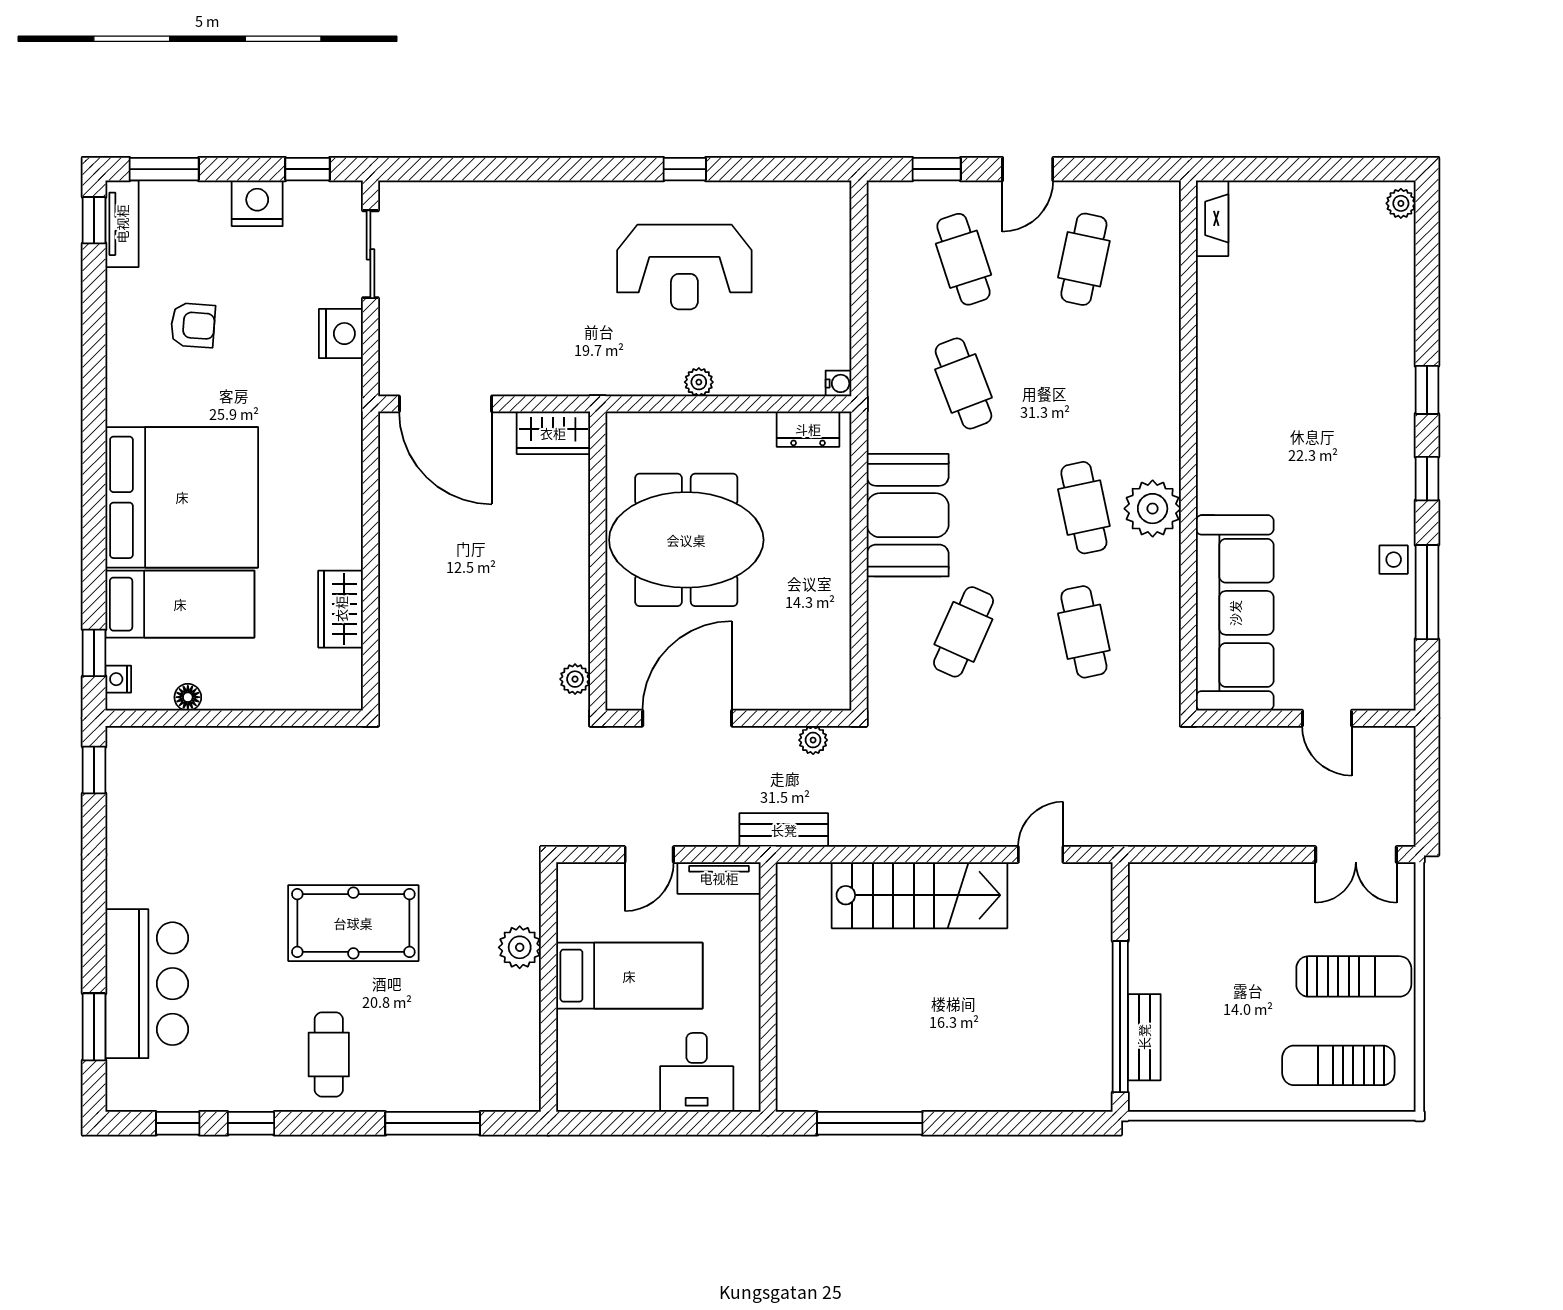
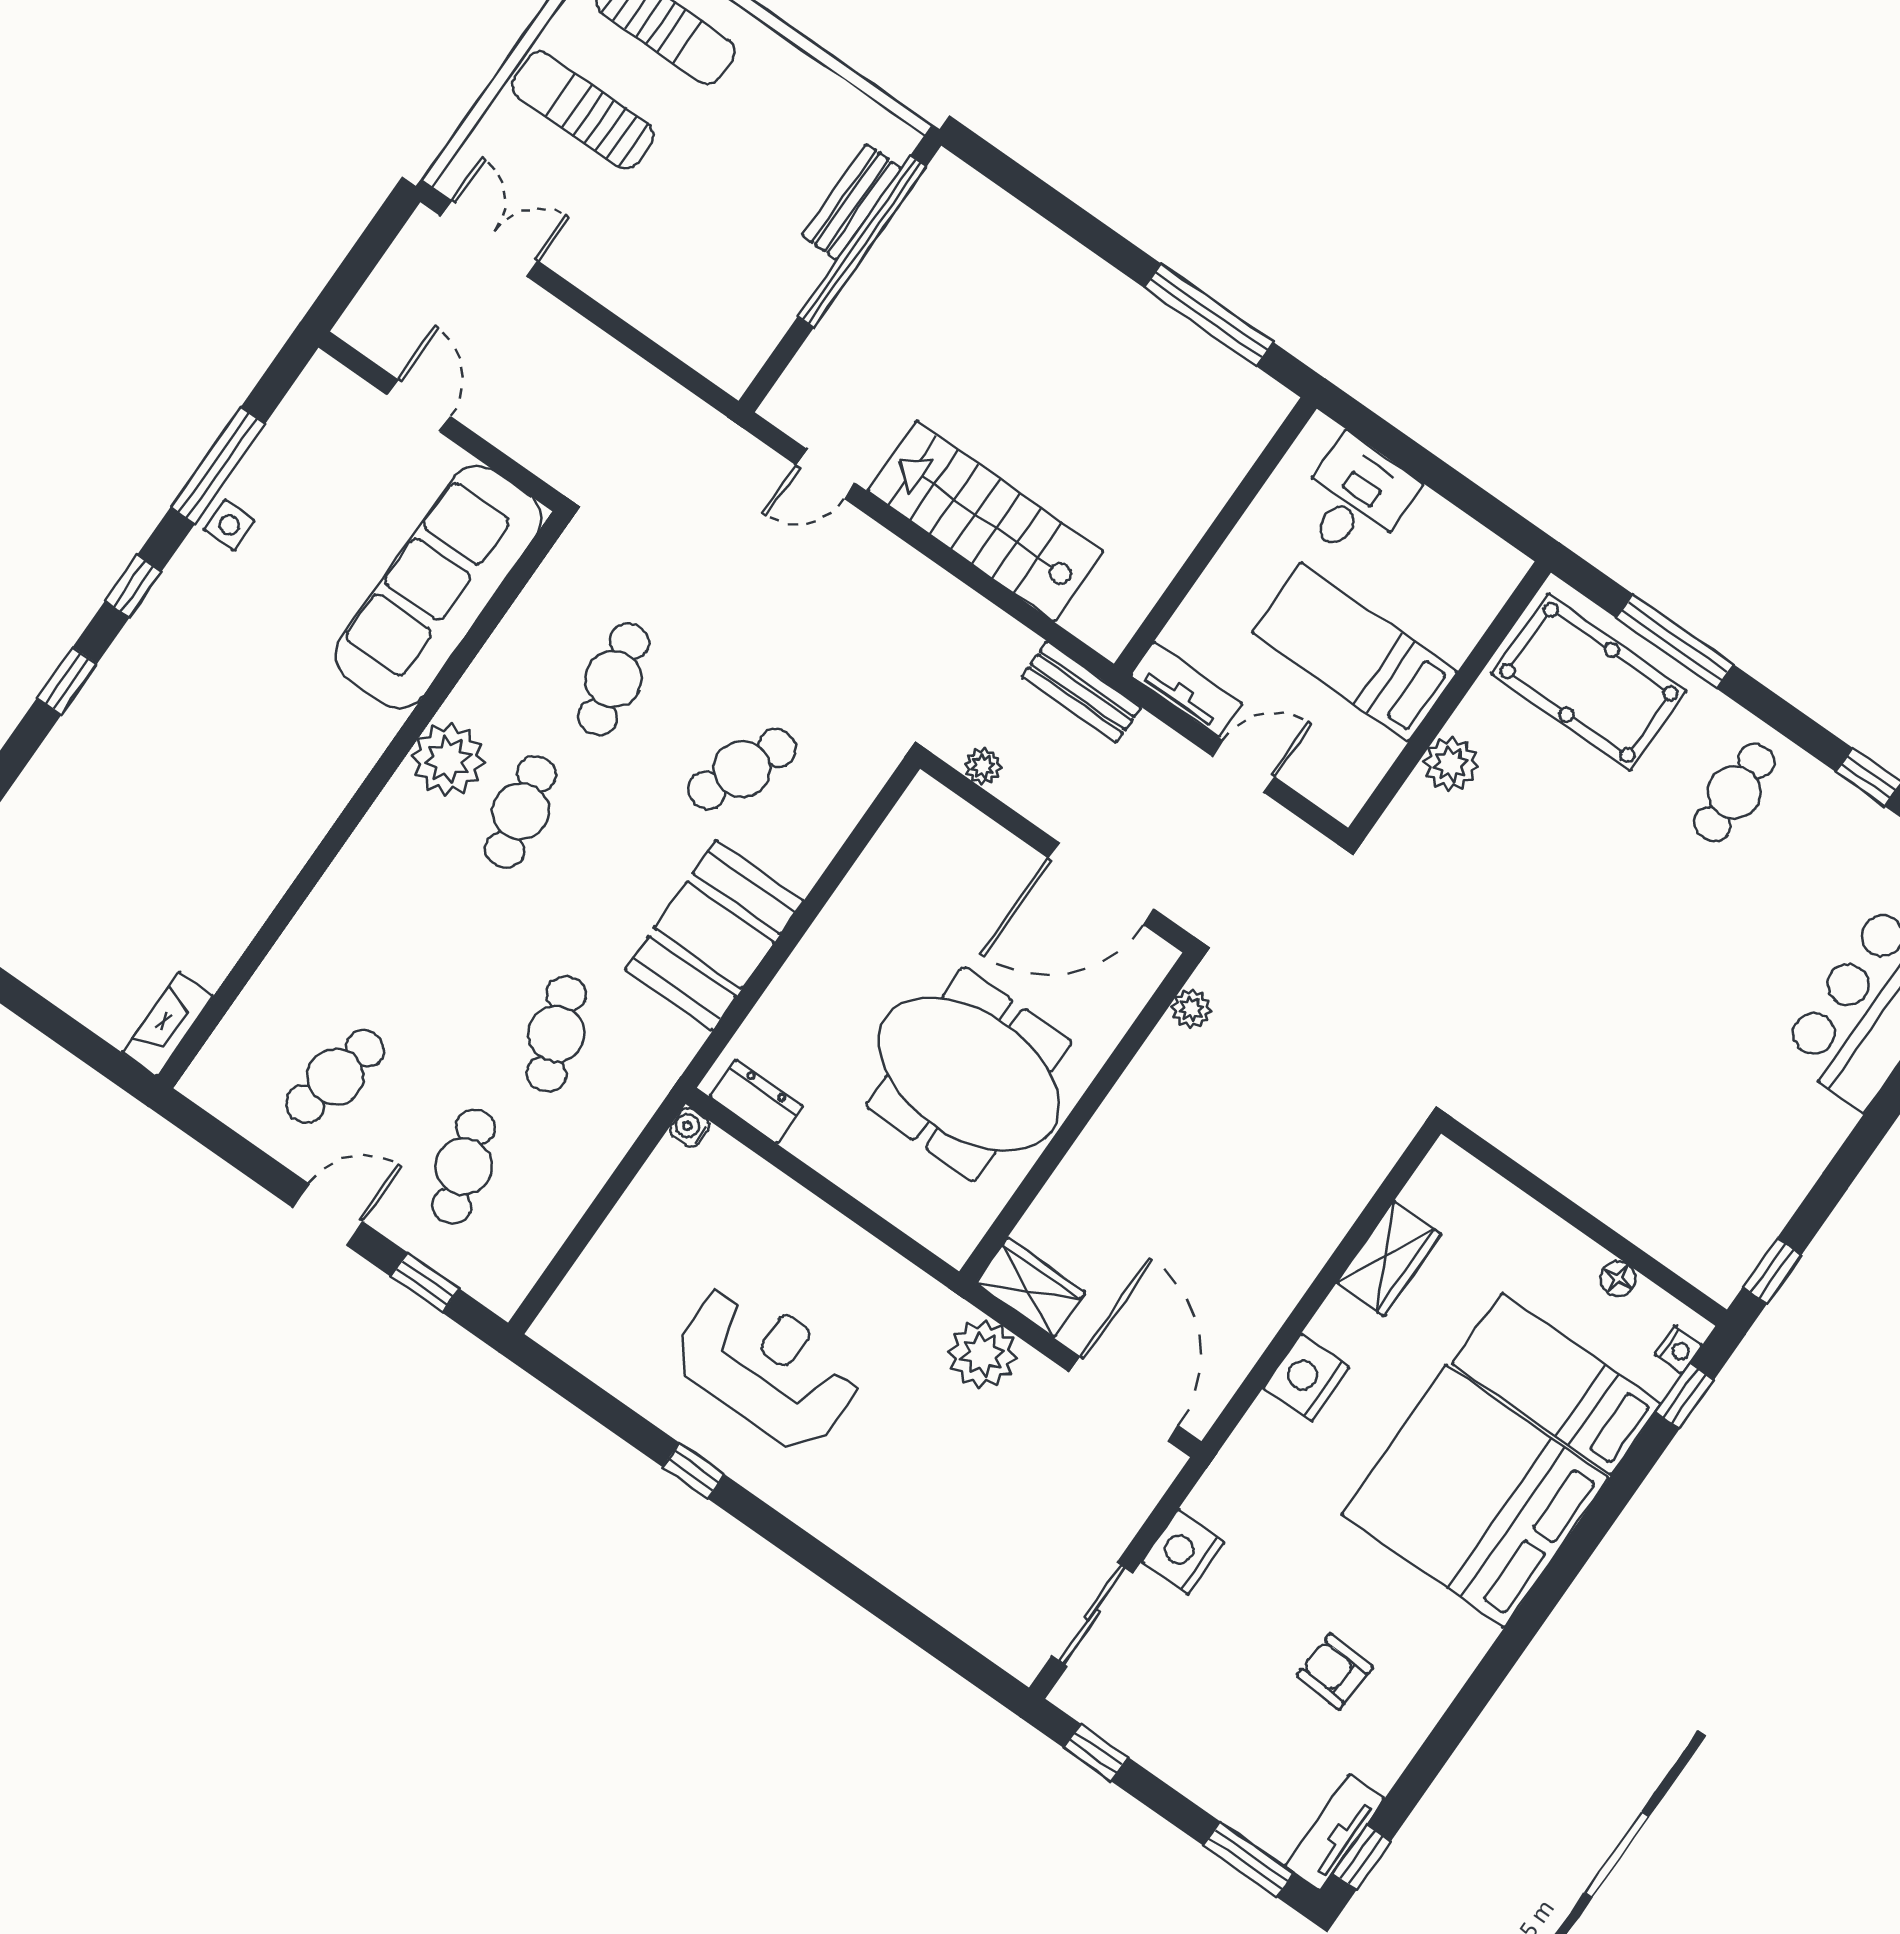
nightstand: (257, 203) -> (1306, 1378), moved, turned 90
plant: (699, 382) -> (982, 1354), moved, width x1.88, depth x1.88
pool table: (353, 923) -> (1589, 682), moved

